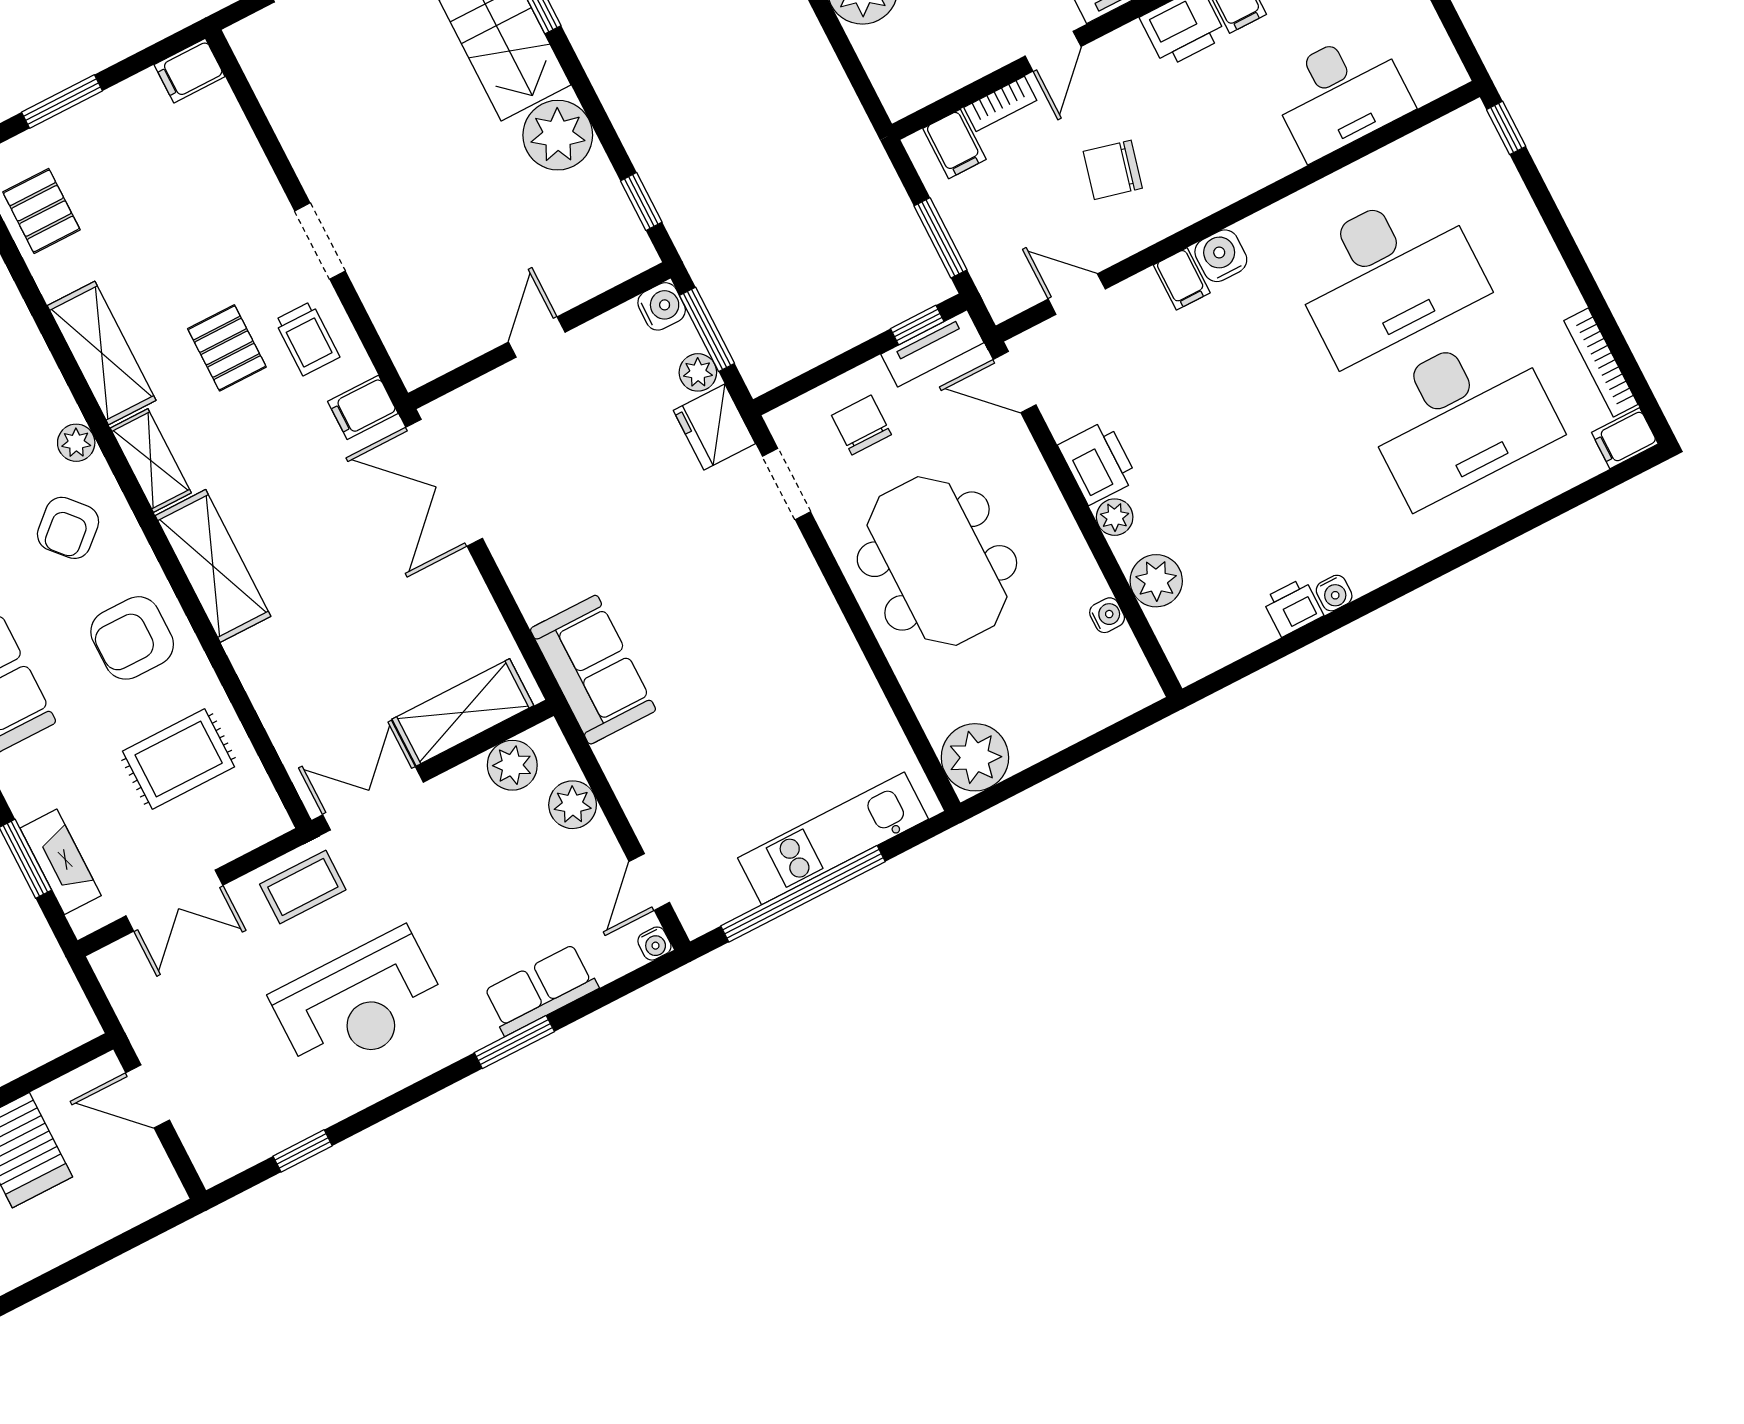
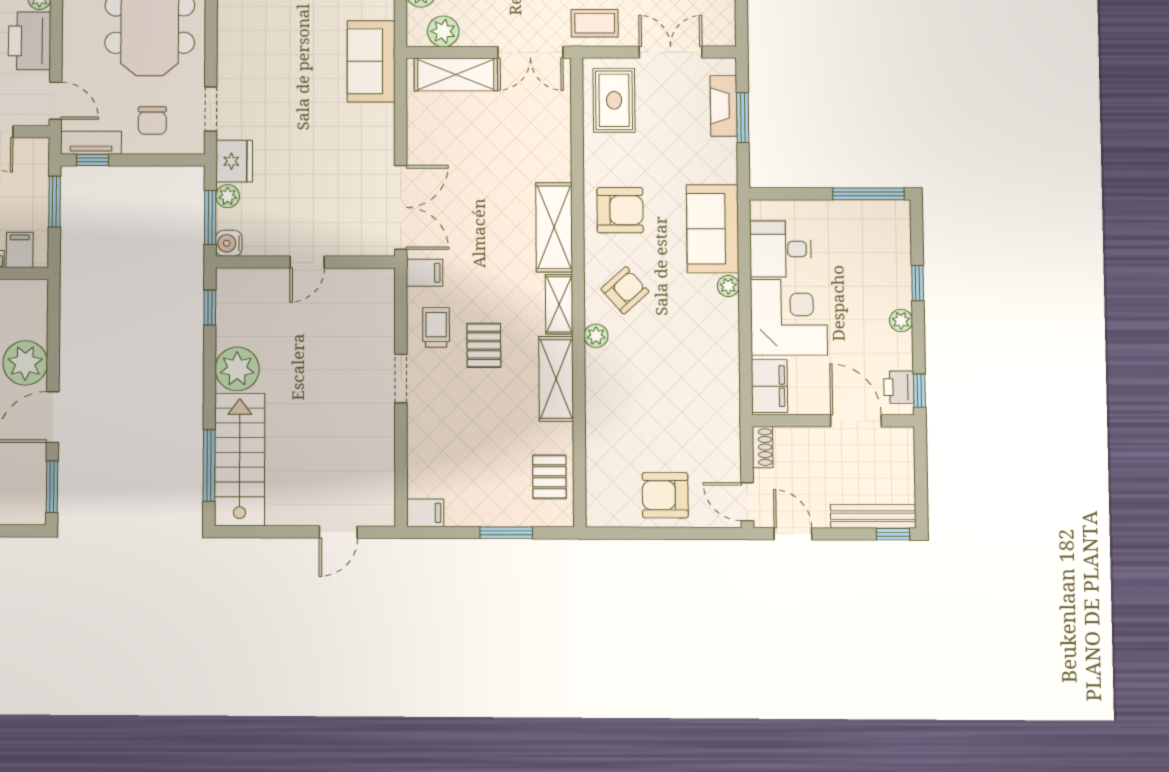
printer: (1098, 463) -> (30, 41), width x1.37, depth x1.19
rug: (179, 759) -> (614, 100), moved, turned 90

